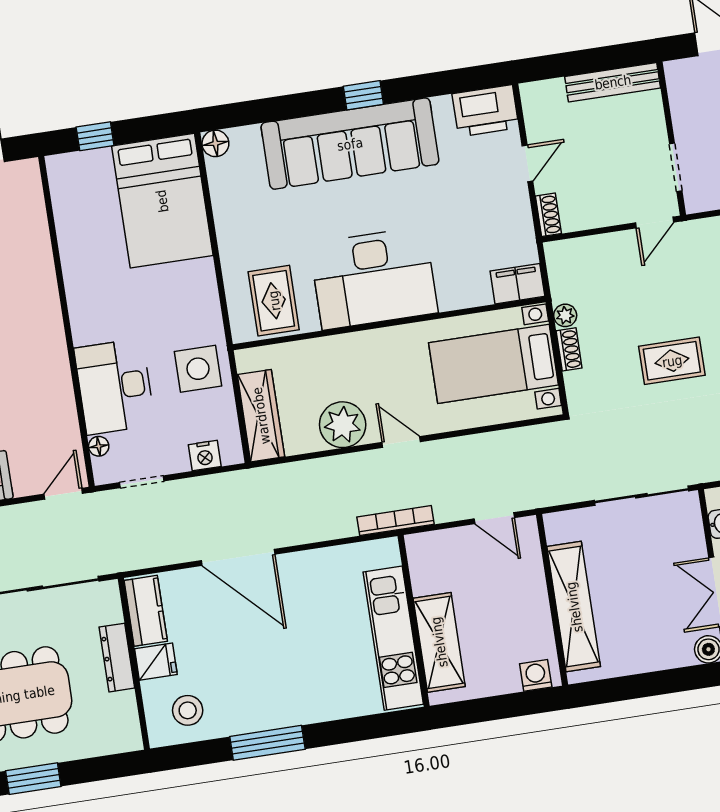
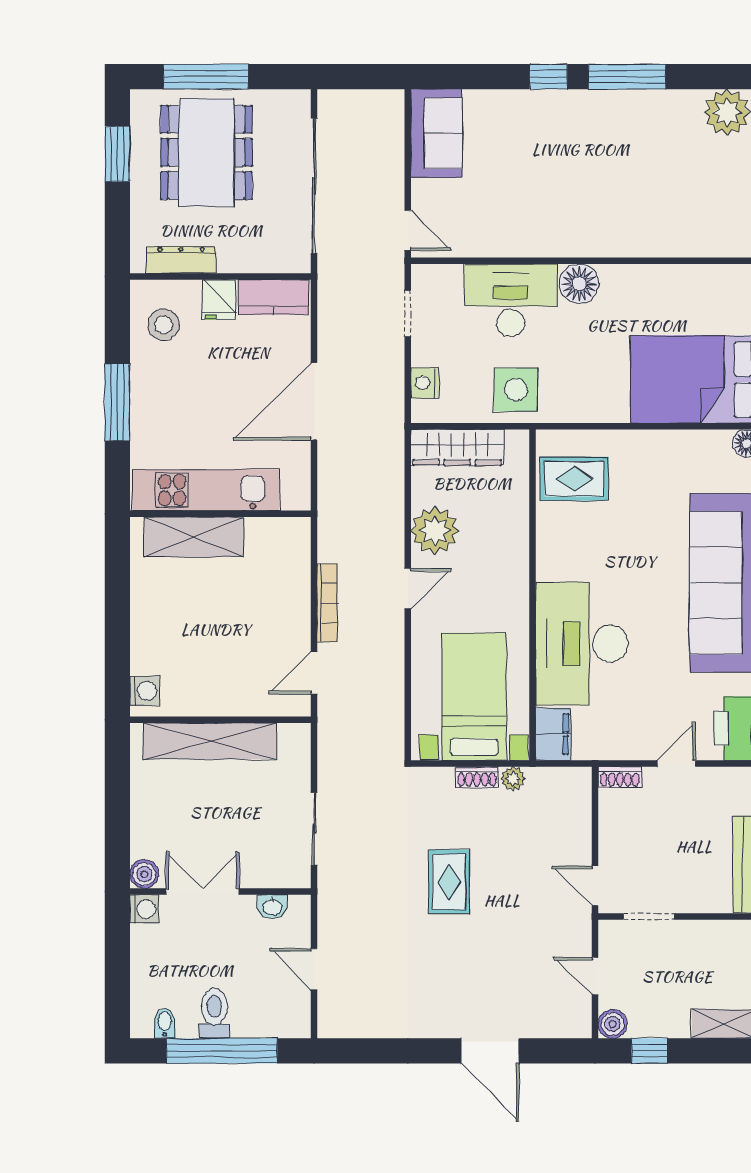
door: (527, 163) -> (676, 764), swing flipped
desk: (374, 278) -> (582, 644), moved
floor lamp: (99, 446) -> (579, 284), moved, width x1.89, depth x1.89
sliding door: (641, 496) -> (314, 829), width x0.73
bookcase: (396, 521) -> (327, 603), moved
wall: (414, 621) -> (220, 514), moved
kitchen unit: (393, 638) -> (206, 490), moved
shelving: (439, 642) -> (194, 537), moved
dresser: (117, 658) -> (181, 260), moved

